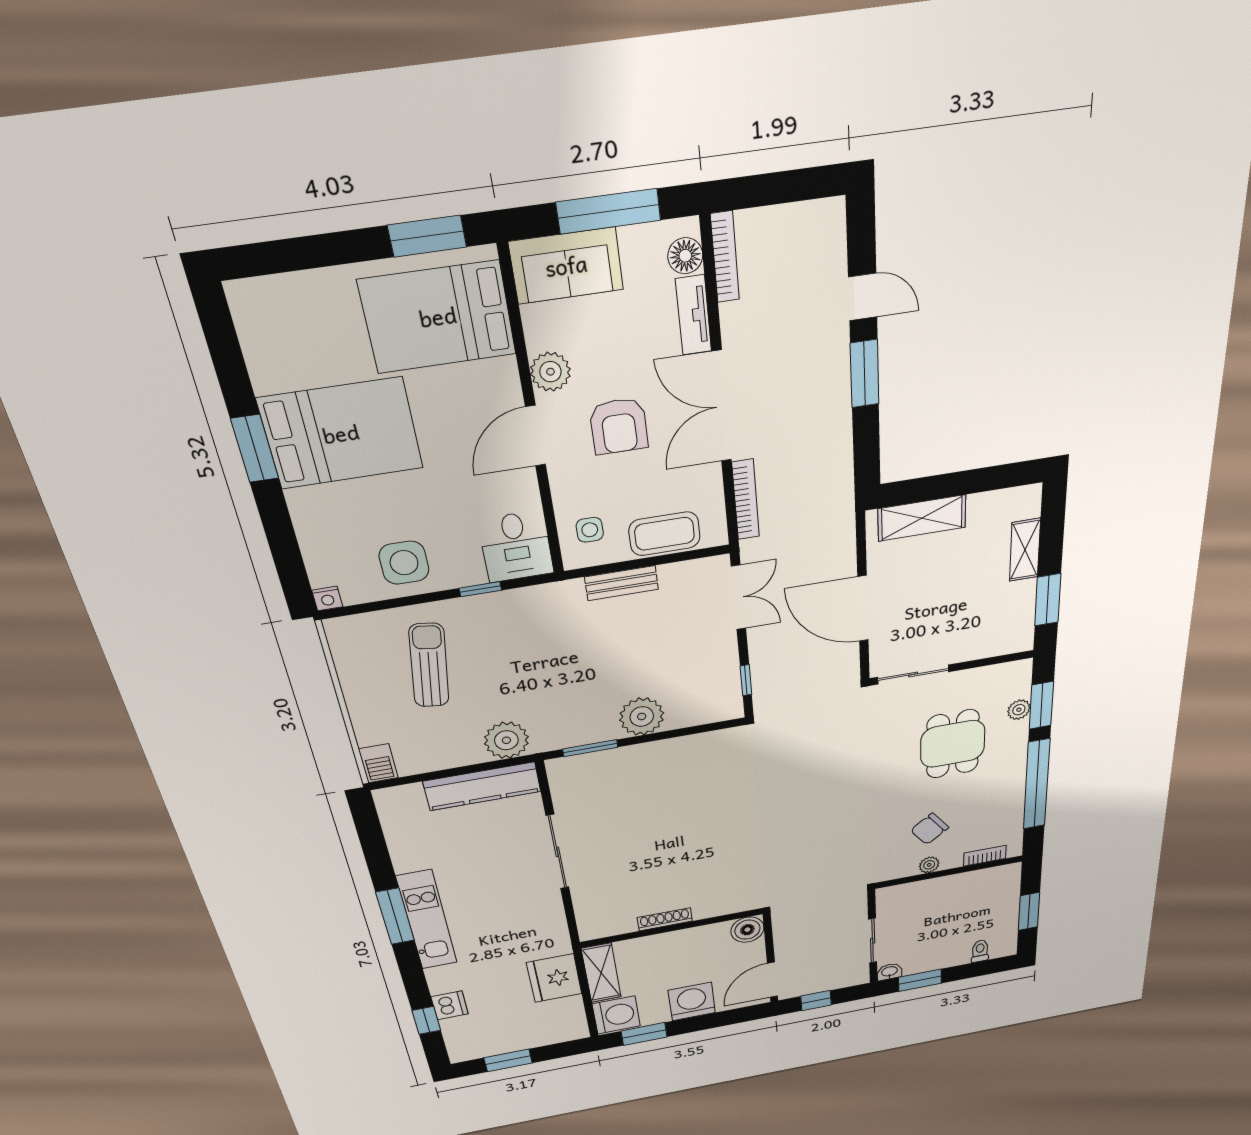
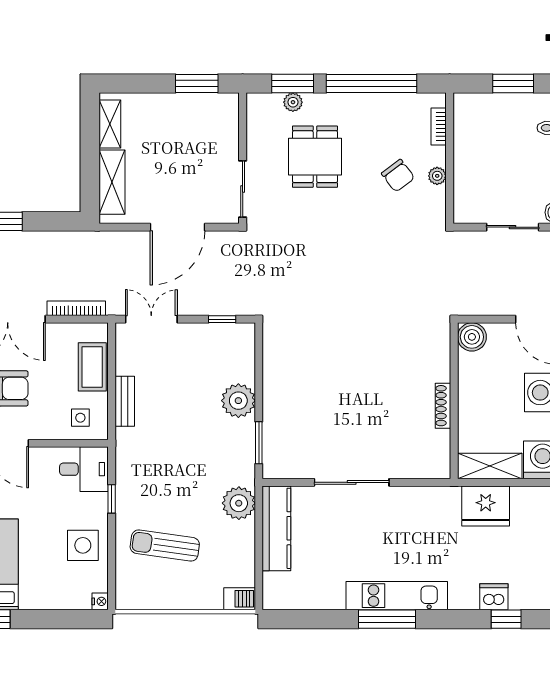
shelving: (1025, 550) -> (110, 124), moved, turned 90
dining table: (953, 744) -> (315, 157), turned 90

